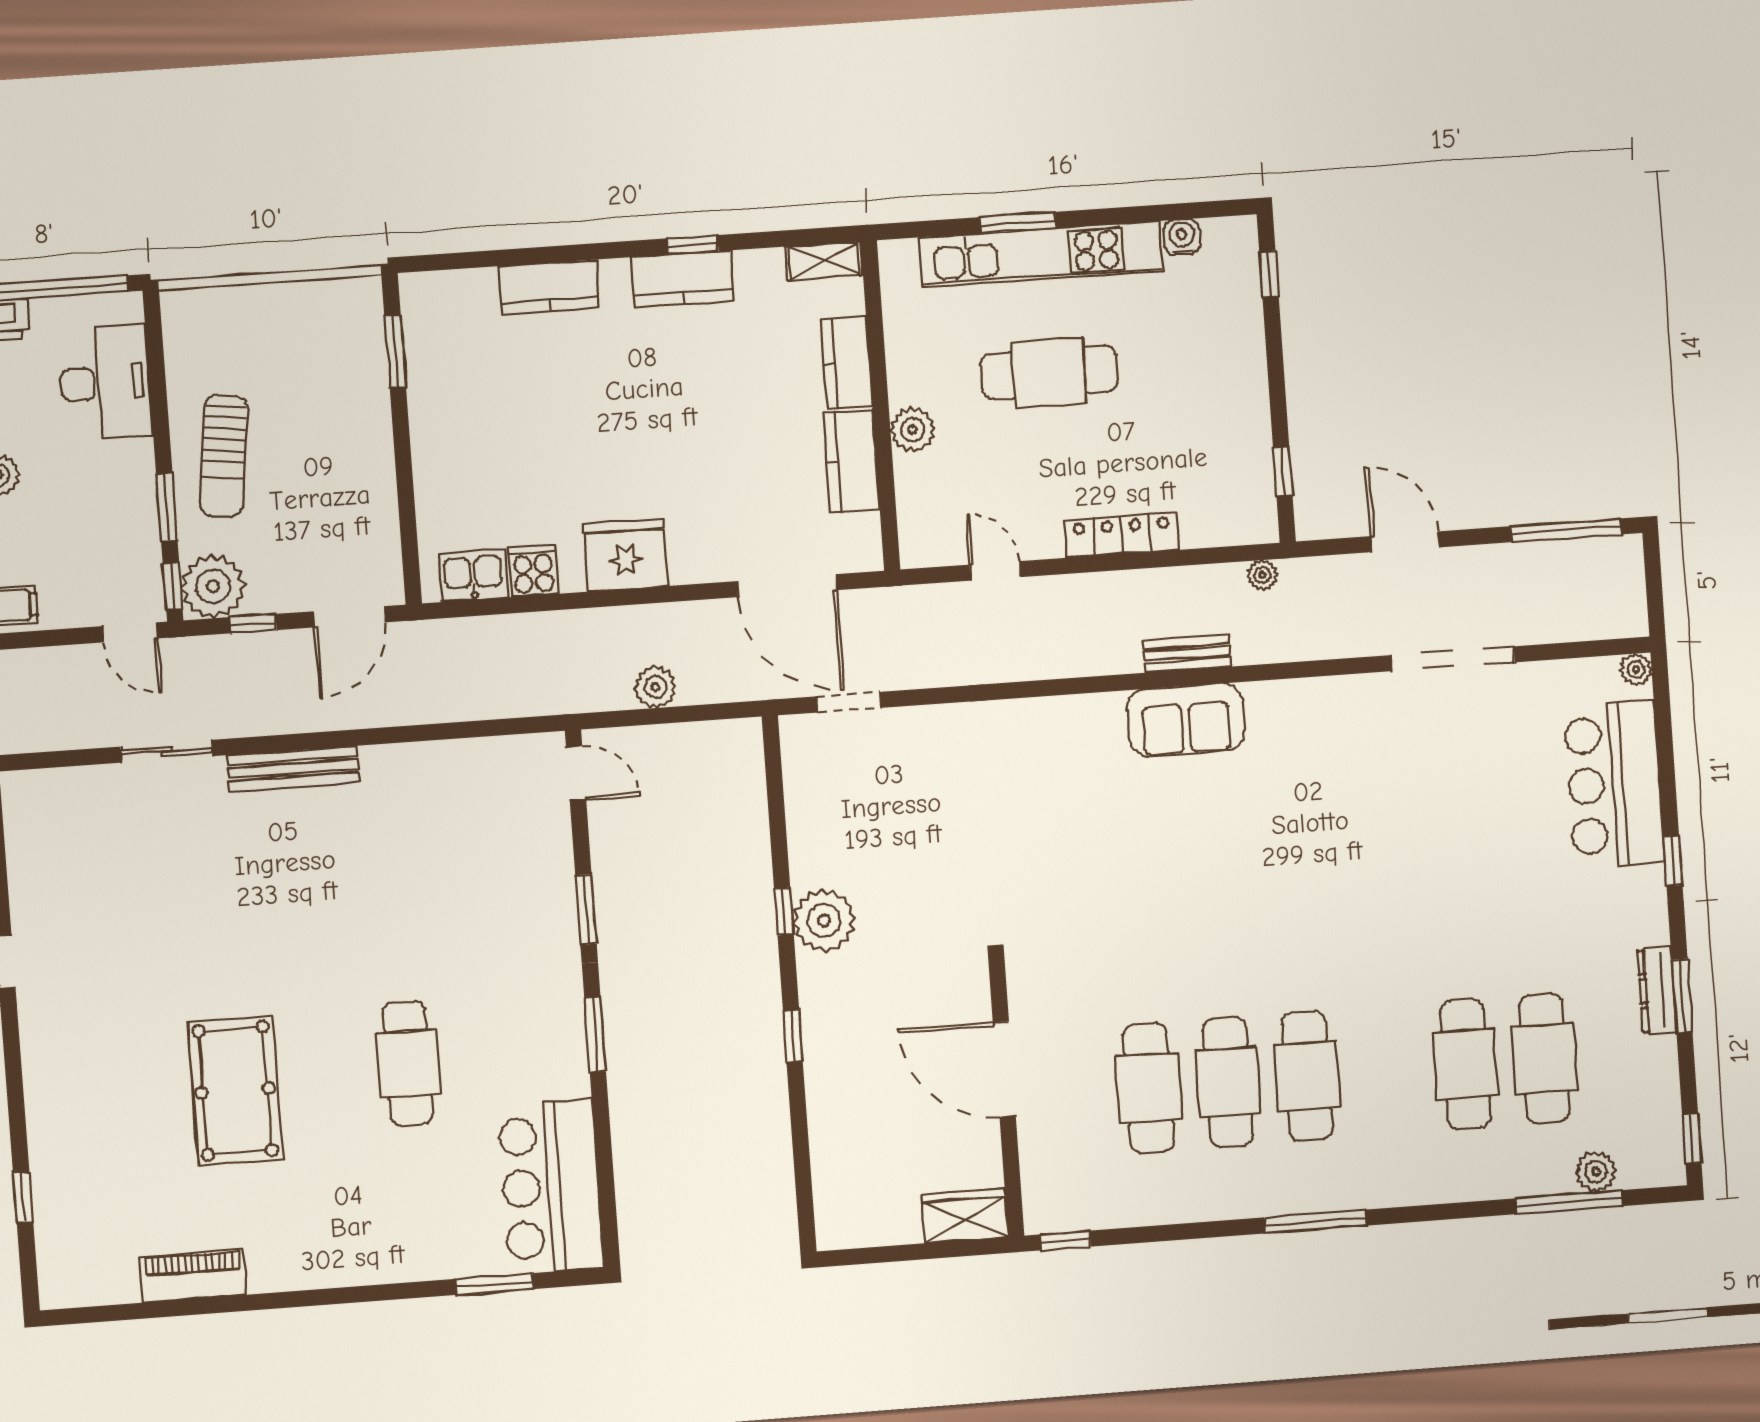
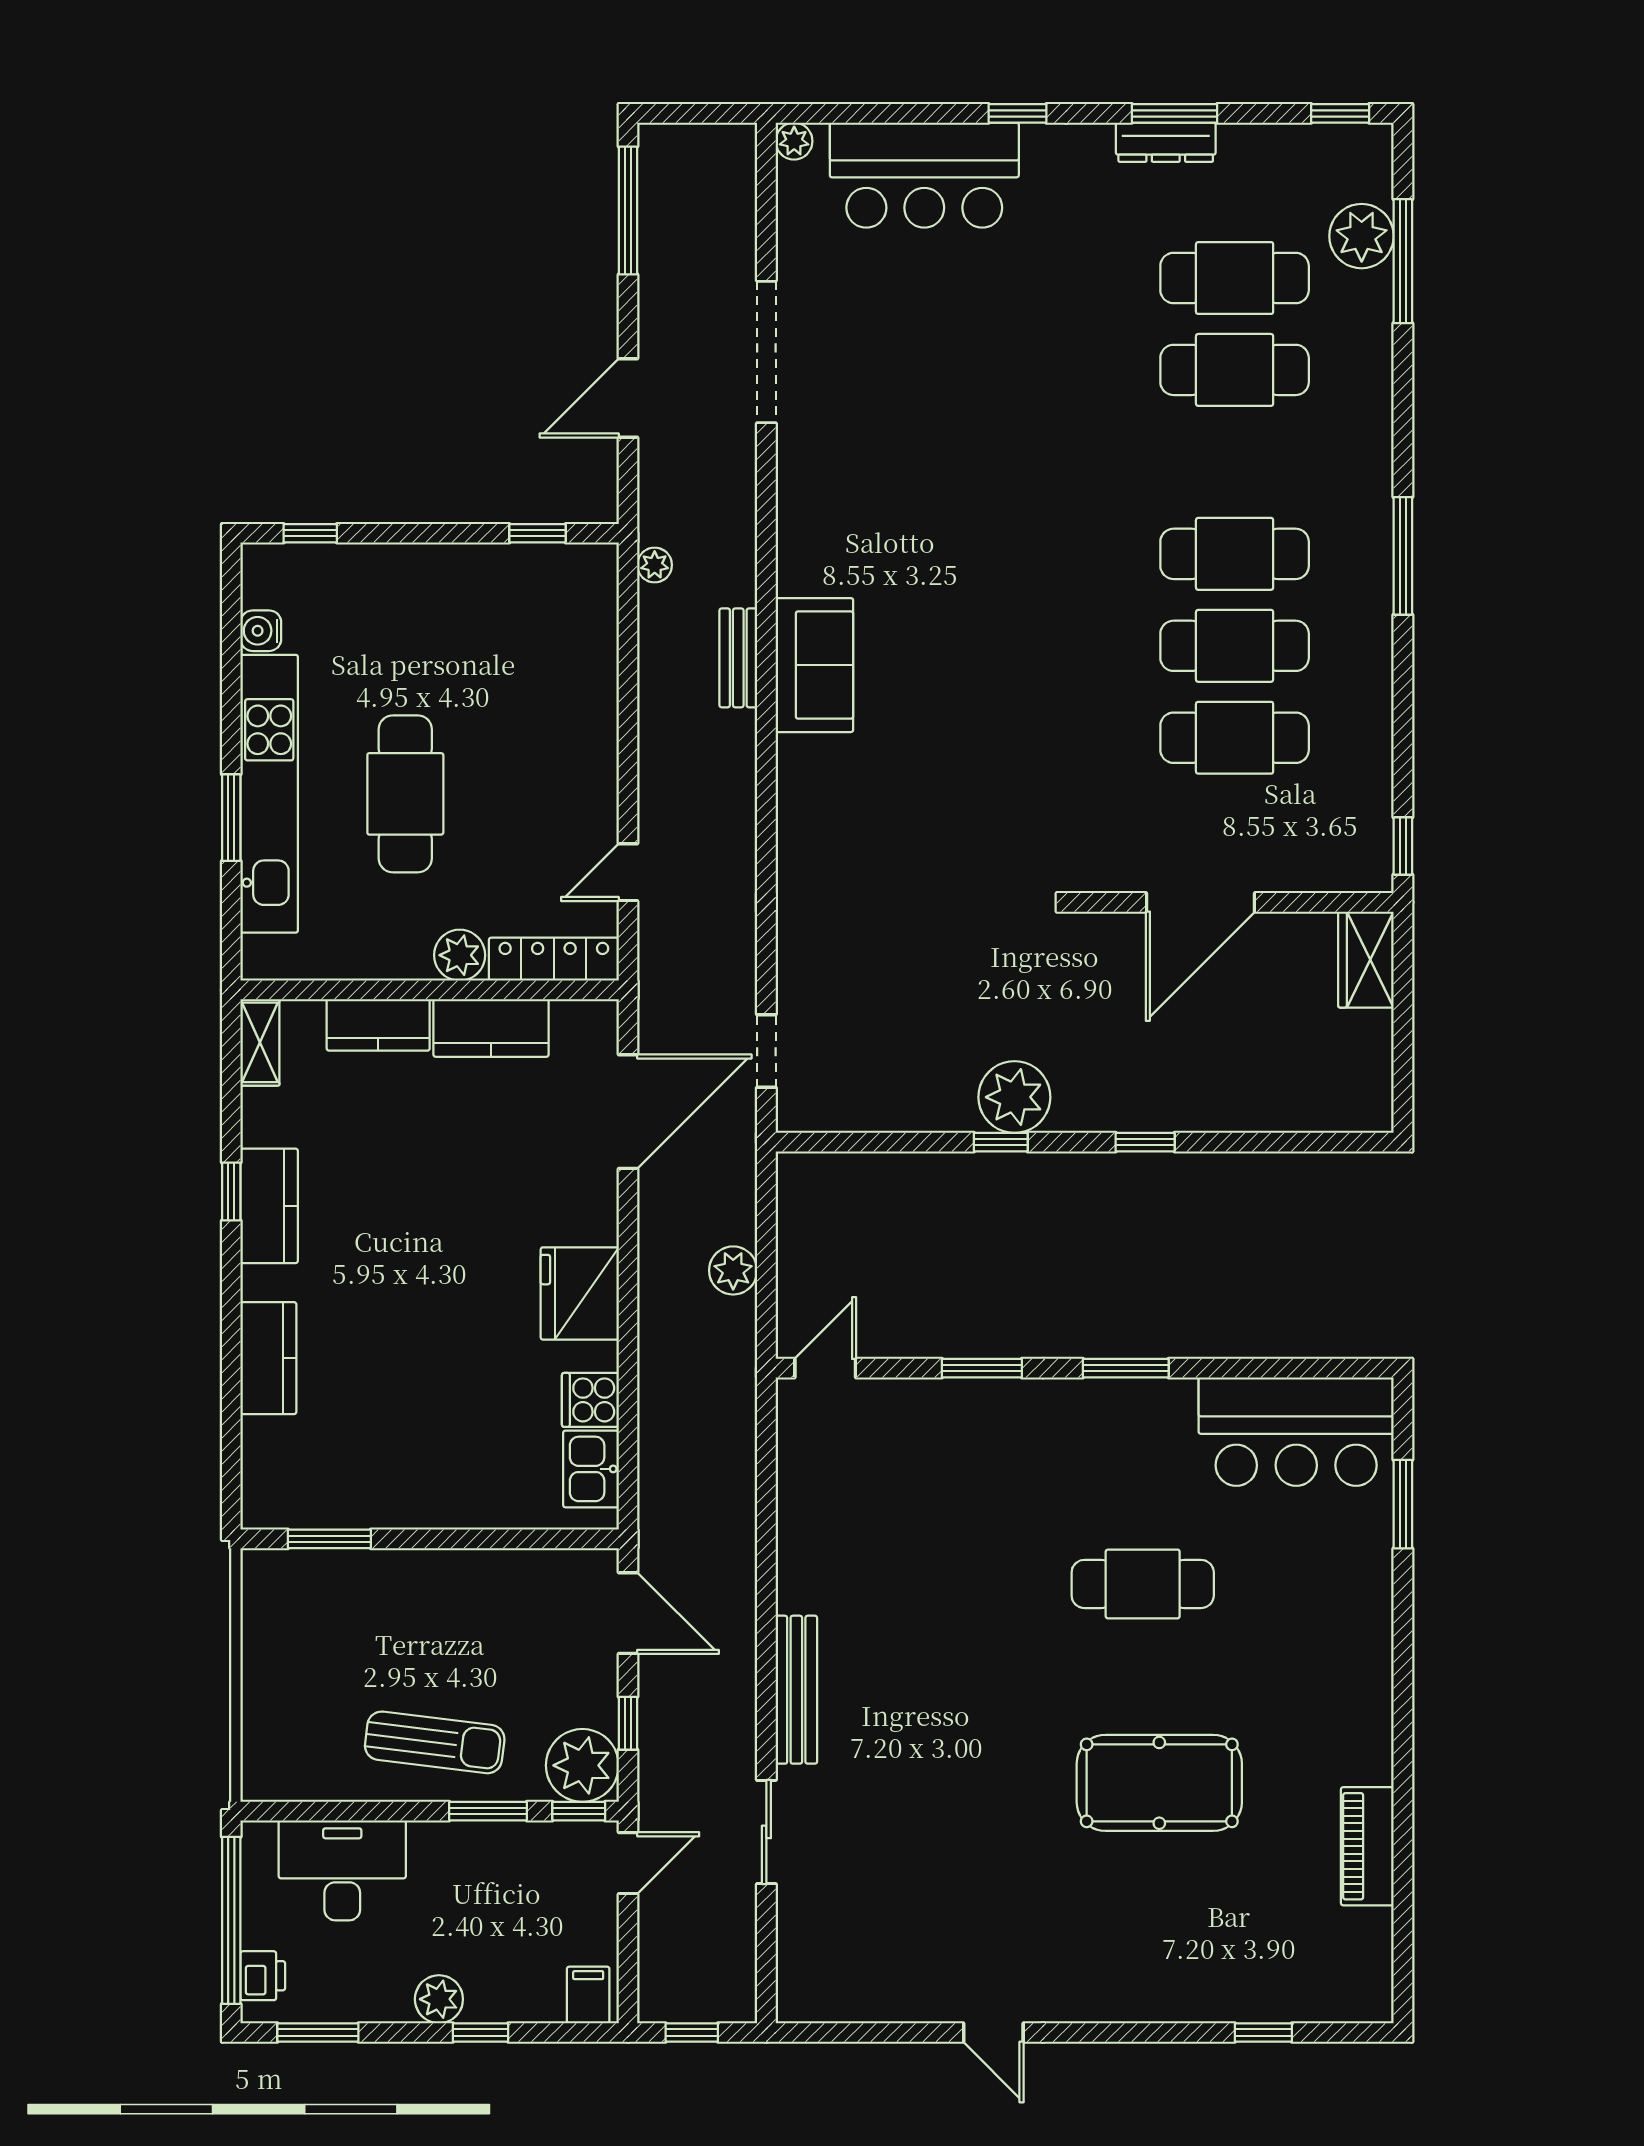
locker: (1122, 535) -> (554, 959), moved, turned 90
plant: (1596, 1172) -> (1362, 236), width x1.36, depth x1.36

